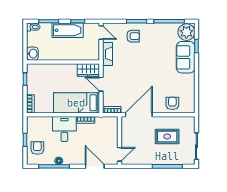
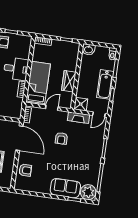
armchair: (133, 36) -> (61, 138), moved
shower: (93, 54) -> (81, 104), added
wardrobe: (88, 70) -> (69, 81), moved

